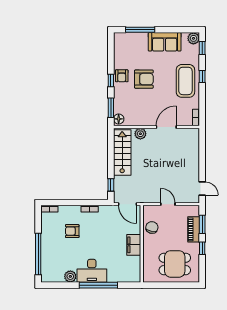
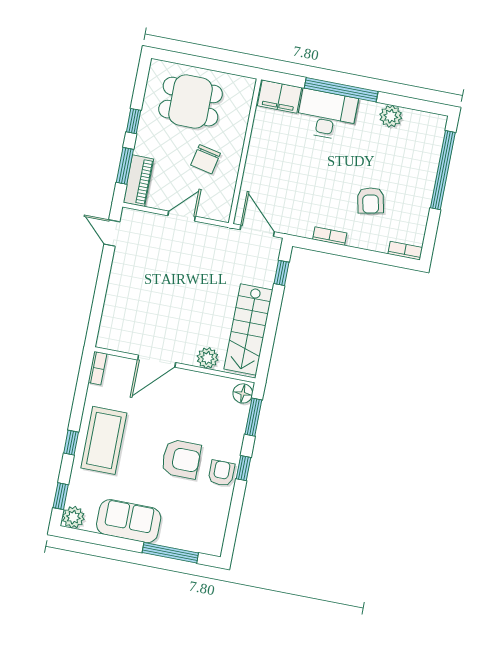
armchair: (144, 79) -> (181, 459), turned 180
door: (168, 204) -> (182, 216), swing flipped
chair: (152, 227) -> (206, 159), moved
piano: (194, 229) -> (138, 181), moved
armchair: (72, 231) -> (371, 200), turned 78
filing cabinet: (134, 245) -> (280, 97), moved, turned 90
desk: (92, 271) -> (327, 115), moved

